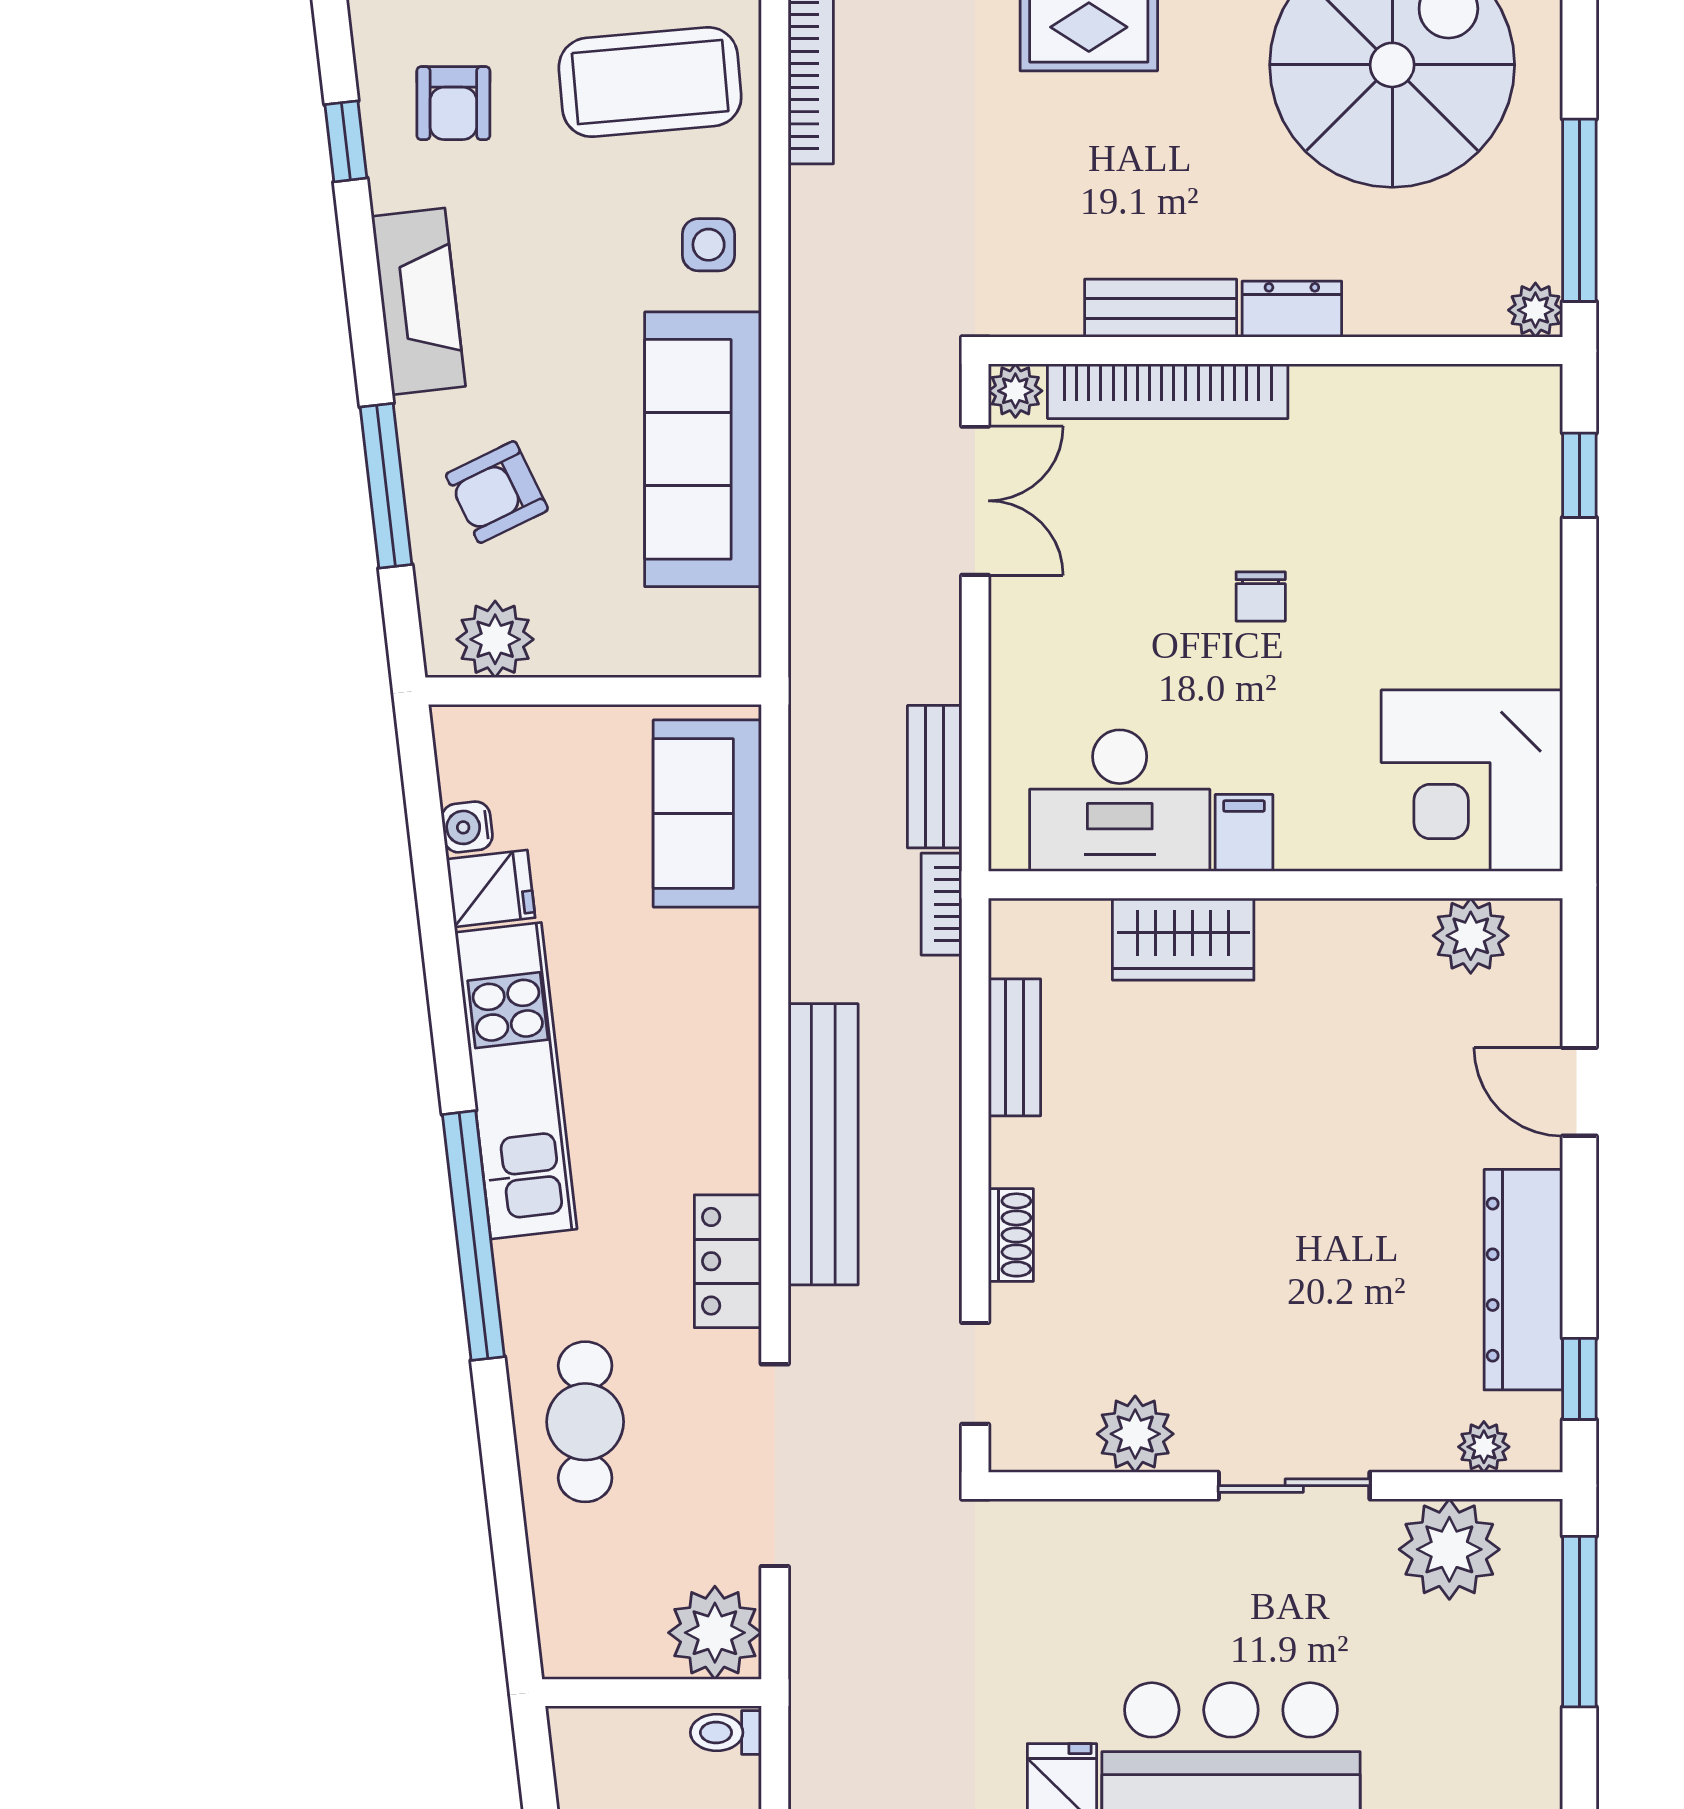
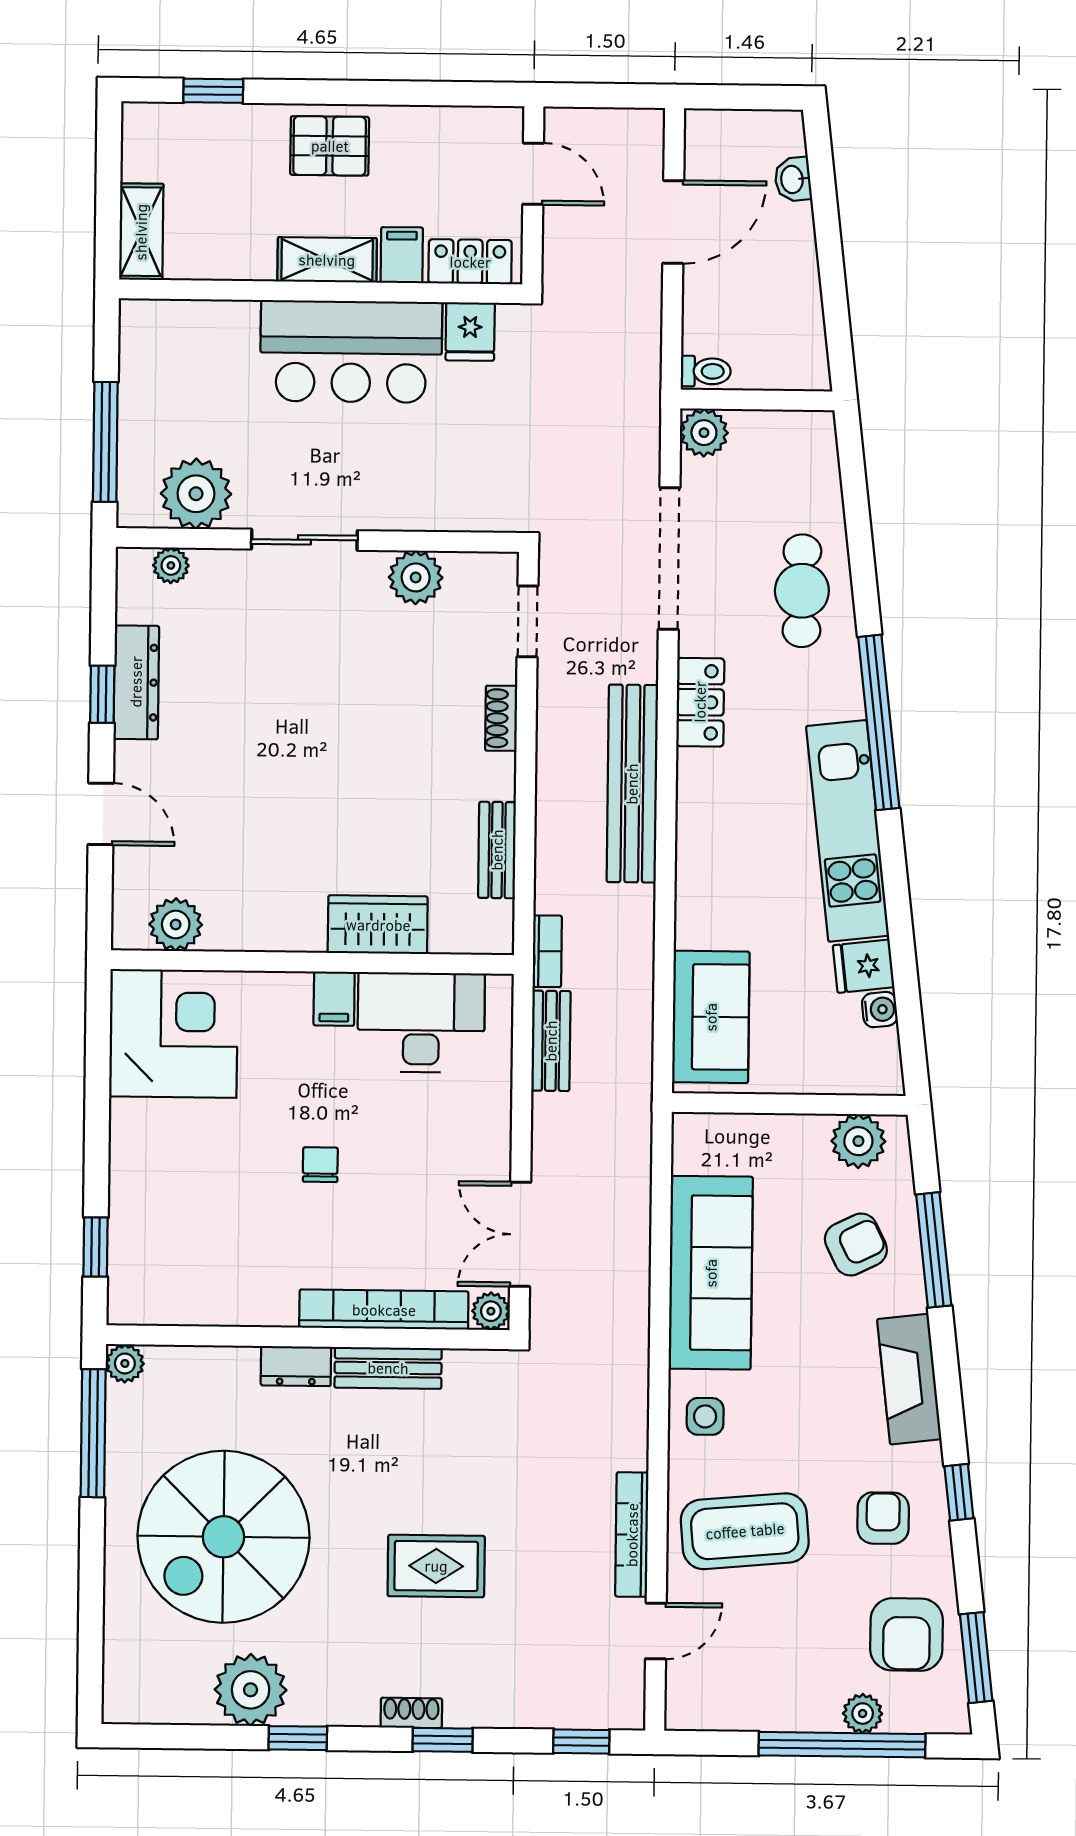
dresser: (1523, 1280) -> (136, 682), width x0.73, depth x0.80
window: (1579, 1379) -> (102, 694), moved
plant: (715, 1633) -> (704, 433), width x0.73, depth x0.73

